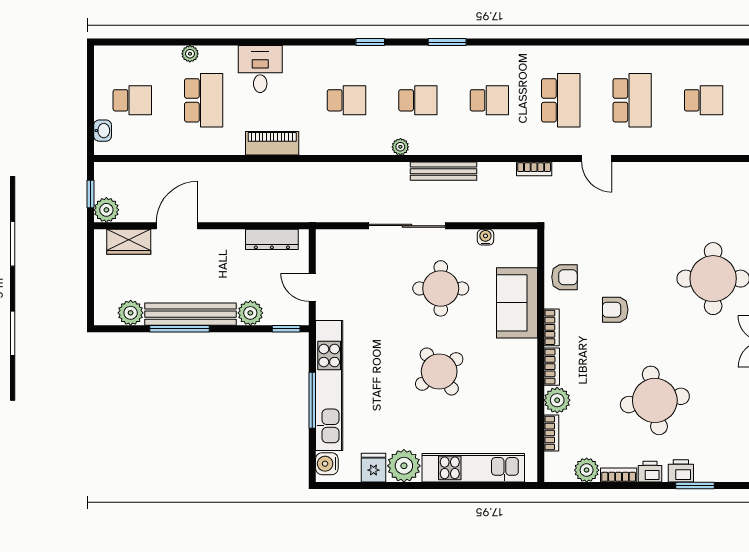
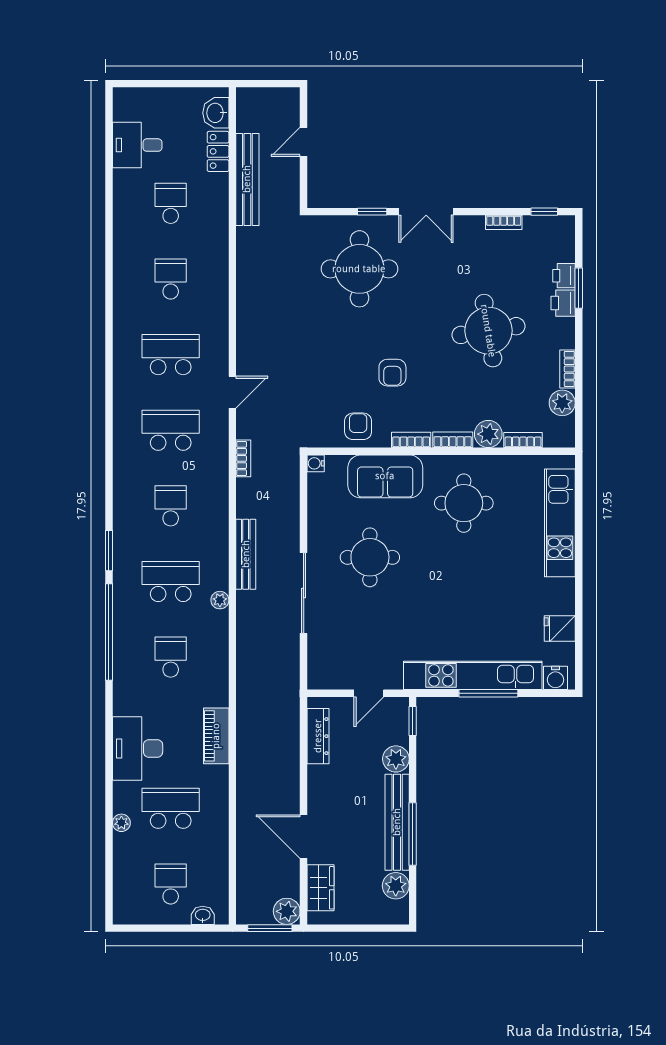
window: (370, 42) -> (109, 632), width x3.17
desk: (260, 69) -> (138, 748), width x1.37
school desk: (418, 100) -> (171, 581), width x1.85
window: (91, 194) -> (270, 928), width x1.50
water cooler: (485, 237) -> (316, 463), moved
round table: (439, 371) -> (464, 503), moved, turned 36
plant: (404, 466) -> (558, 596), removed
printer: (650, 472) -> (564, 276), moved

